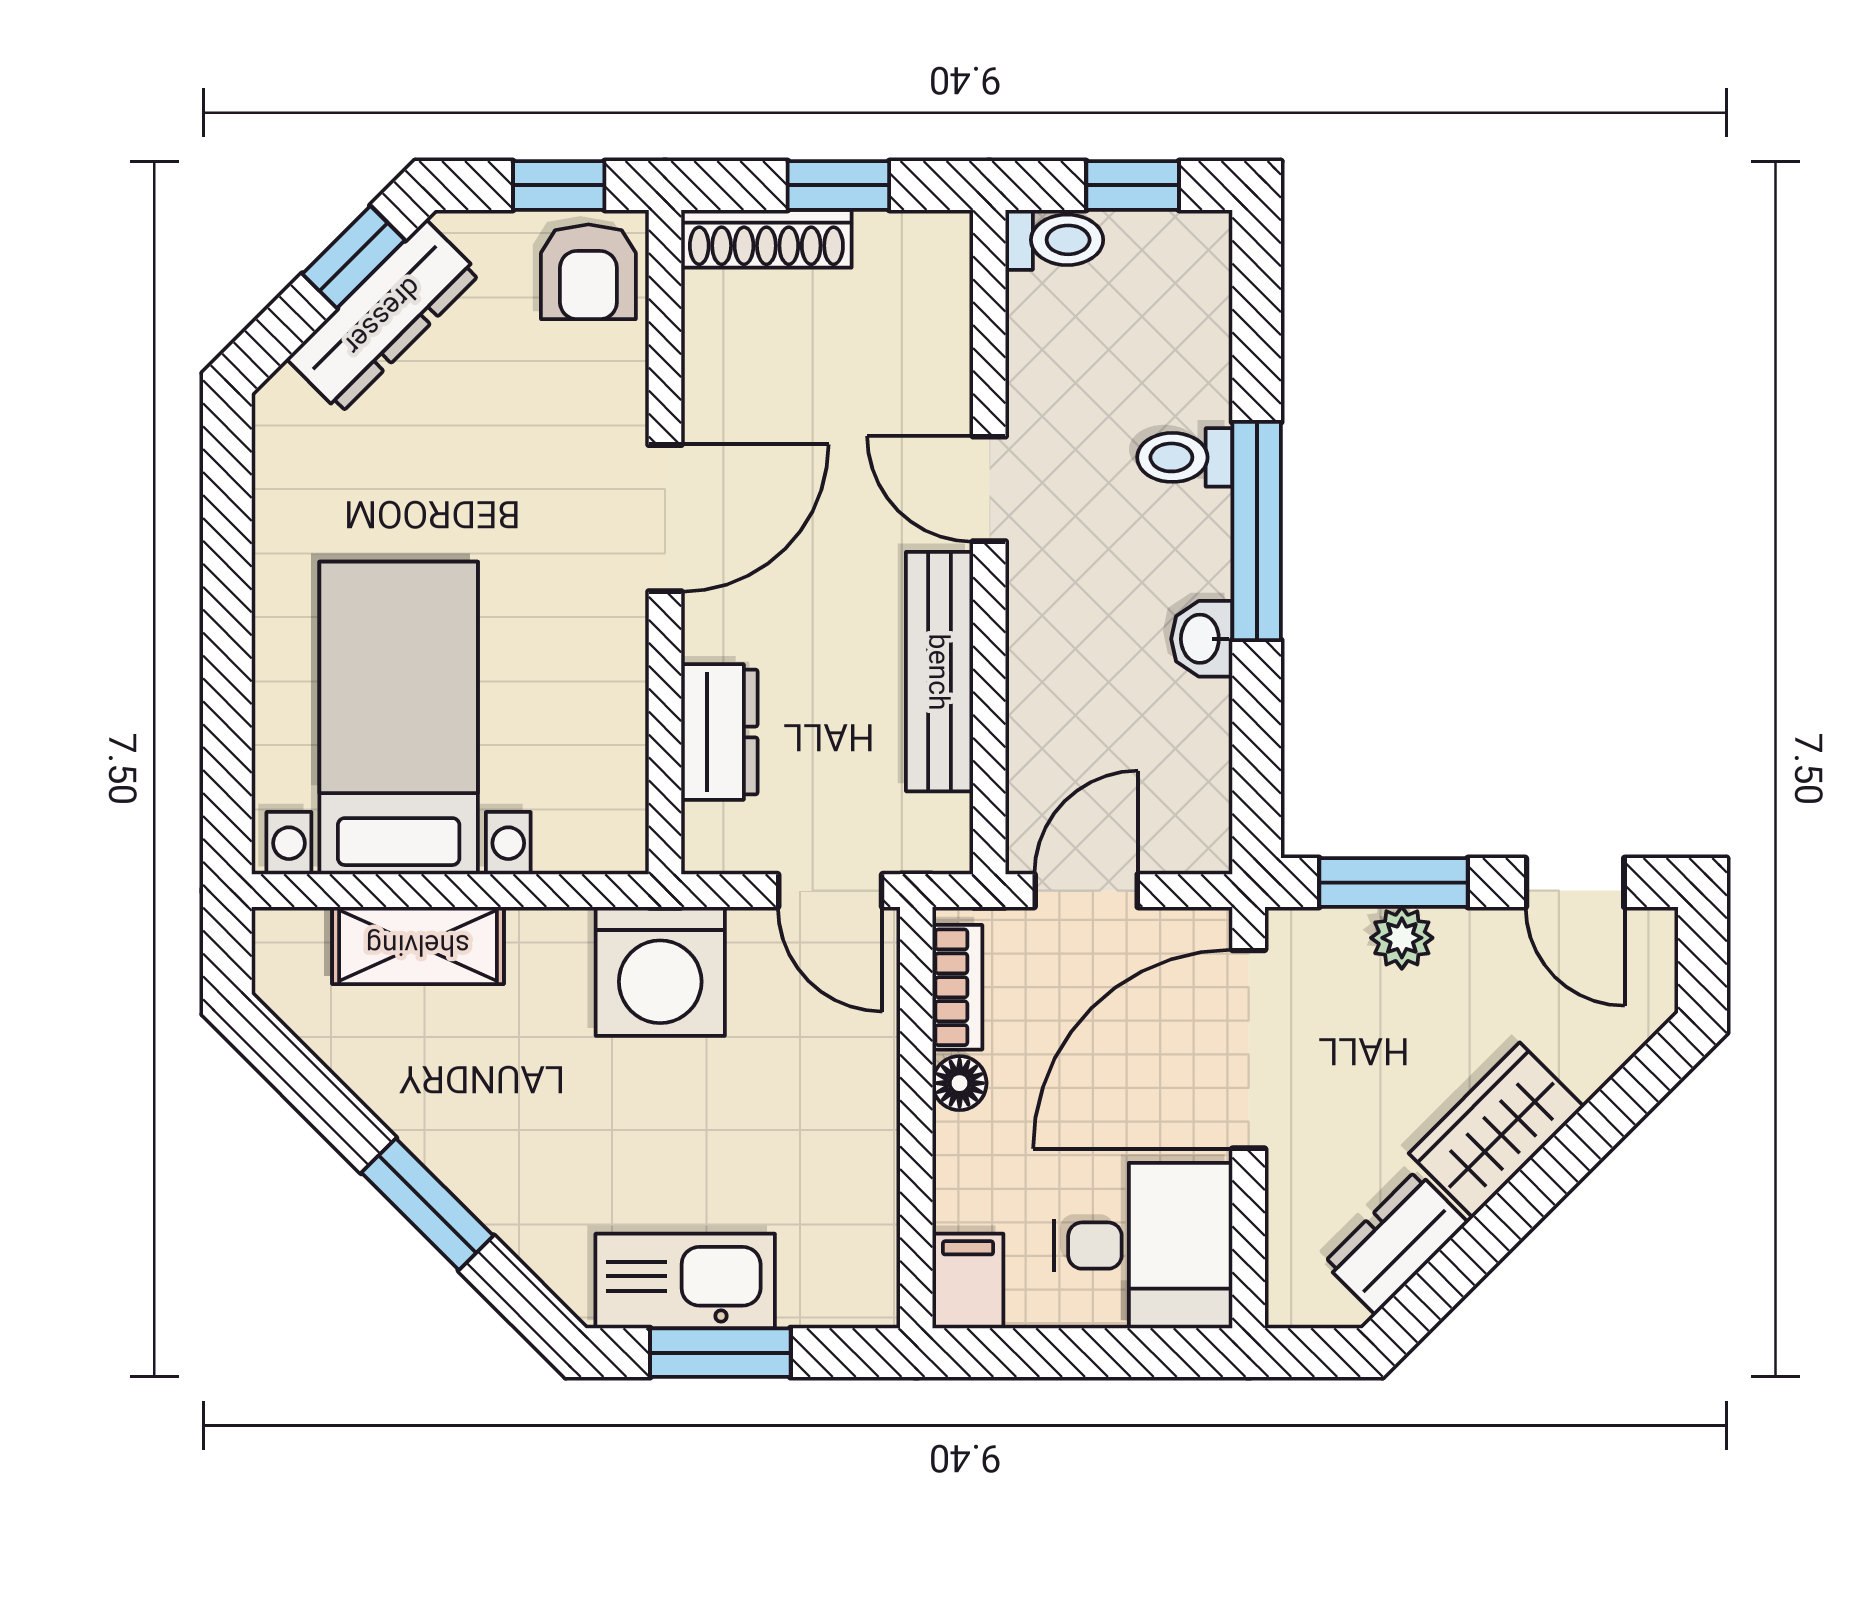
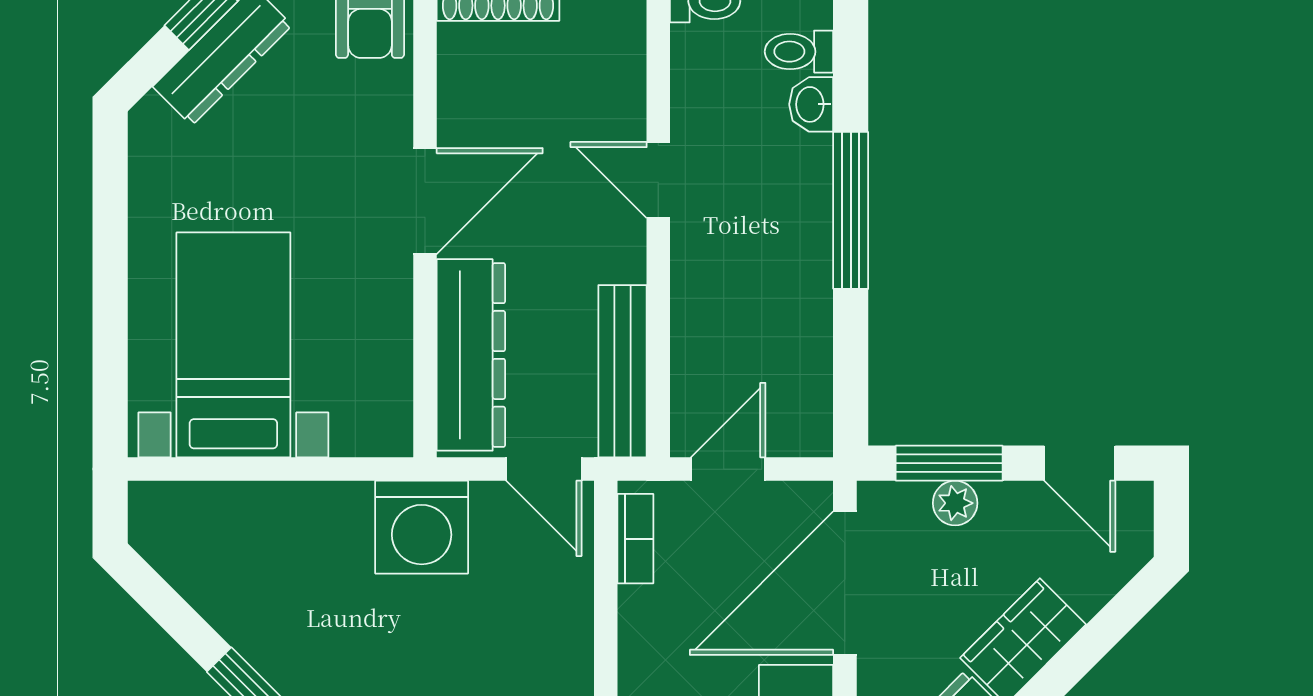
toilet: (1185, 457) -> (799, 52), moved
washbasin: (1202, 639) -> (811, 104), moved
bench: (939, 672) -> (623, 371), moved
dresser: (719, 732) -> (471, 355), width x1.96, depth x1.24
shelving: (418, 945) -> (247, 508), removed
floor lamp: (960, 1083) -> (637, 608), removed

